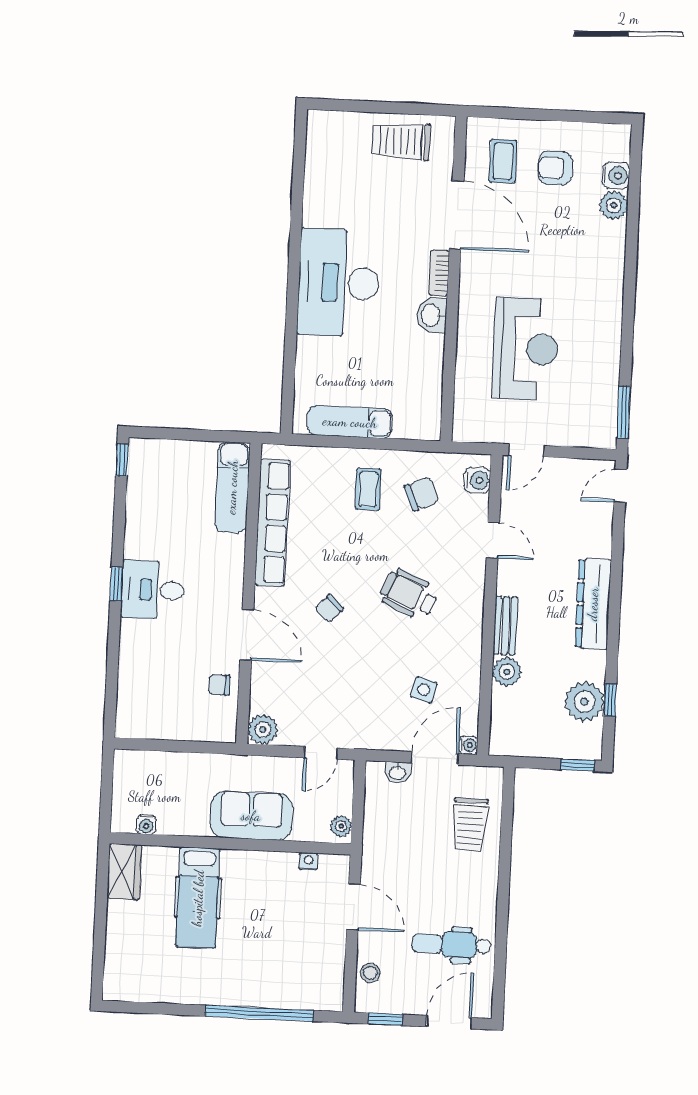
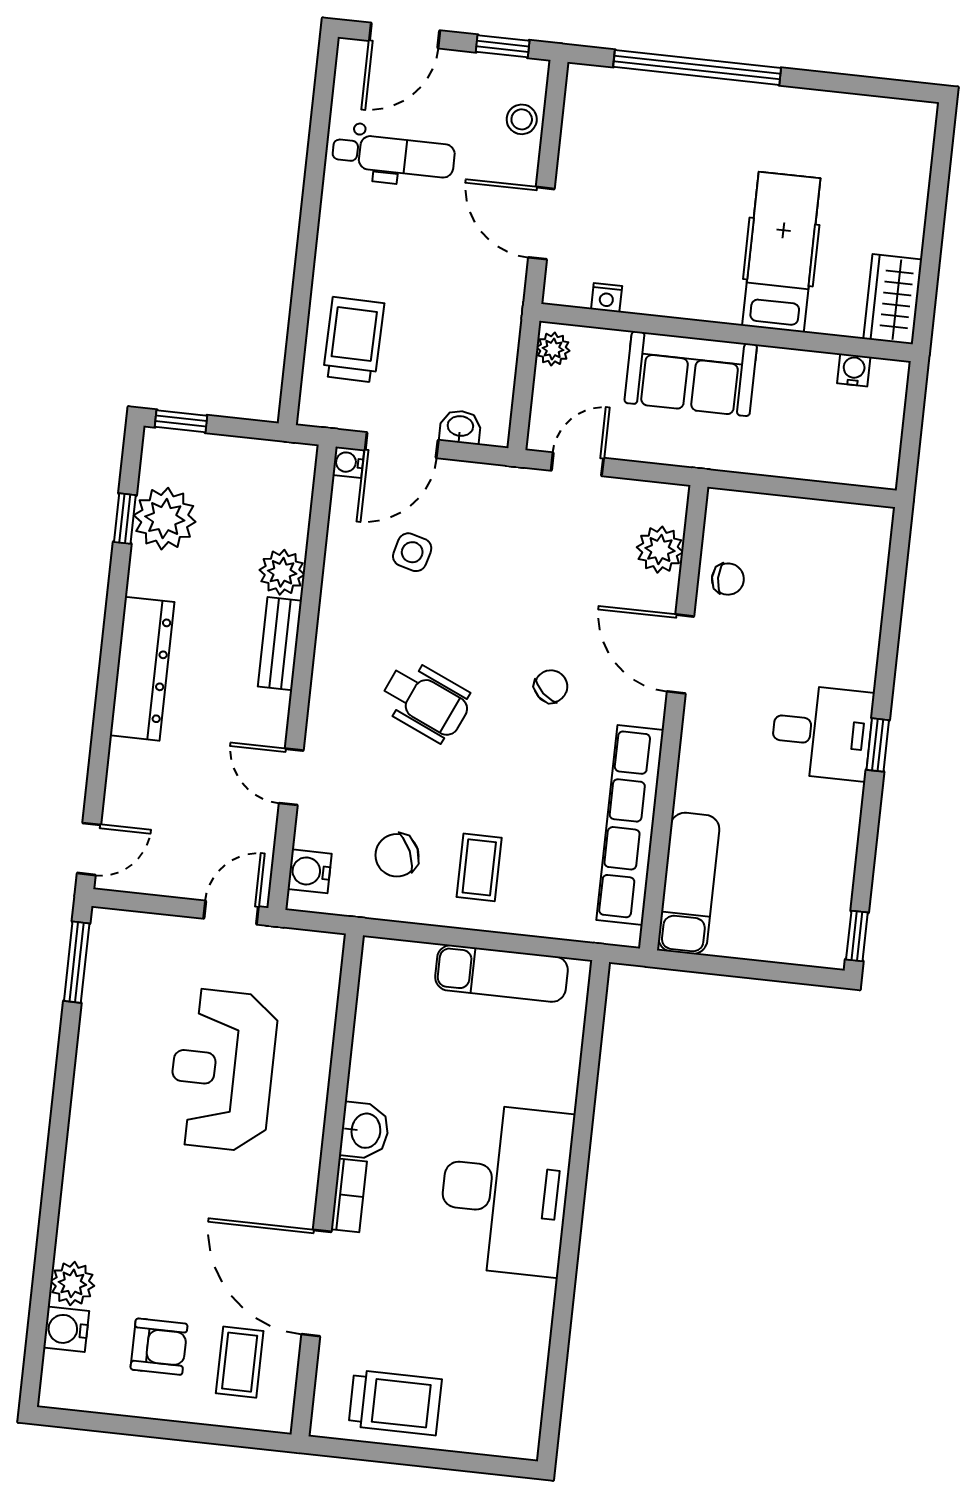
plant: (263, 730) -> (660, 550), moved

